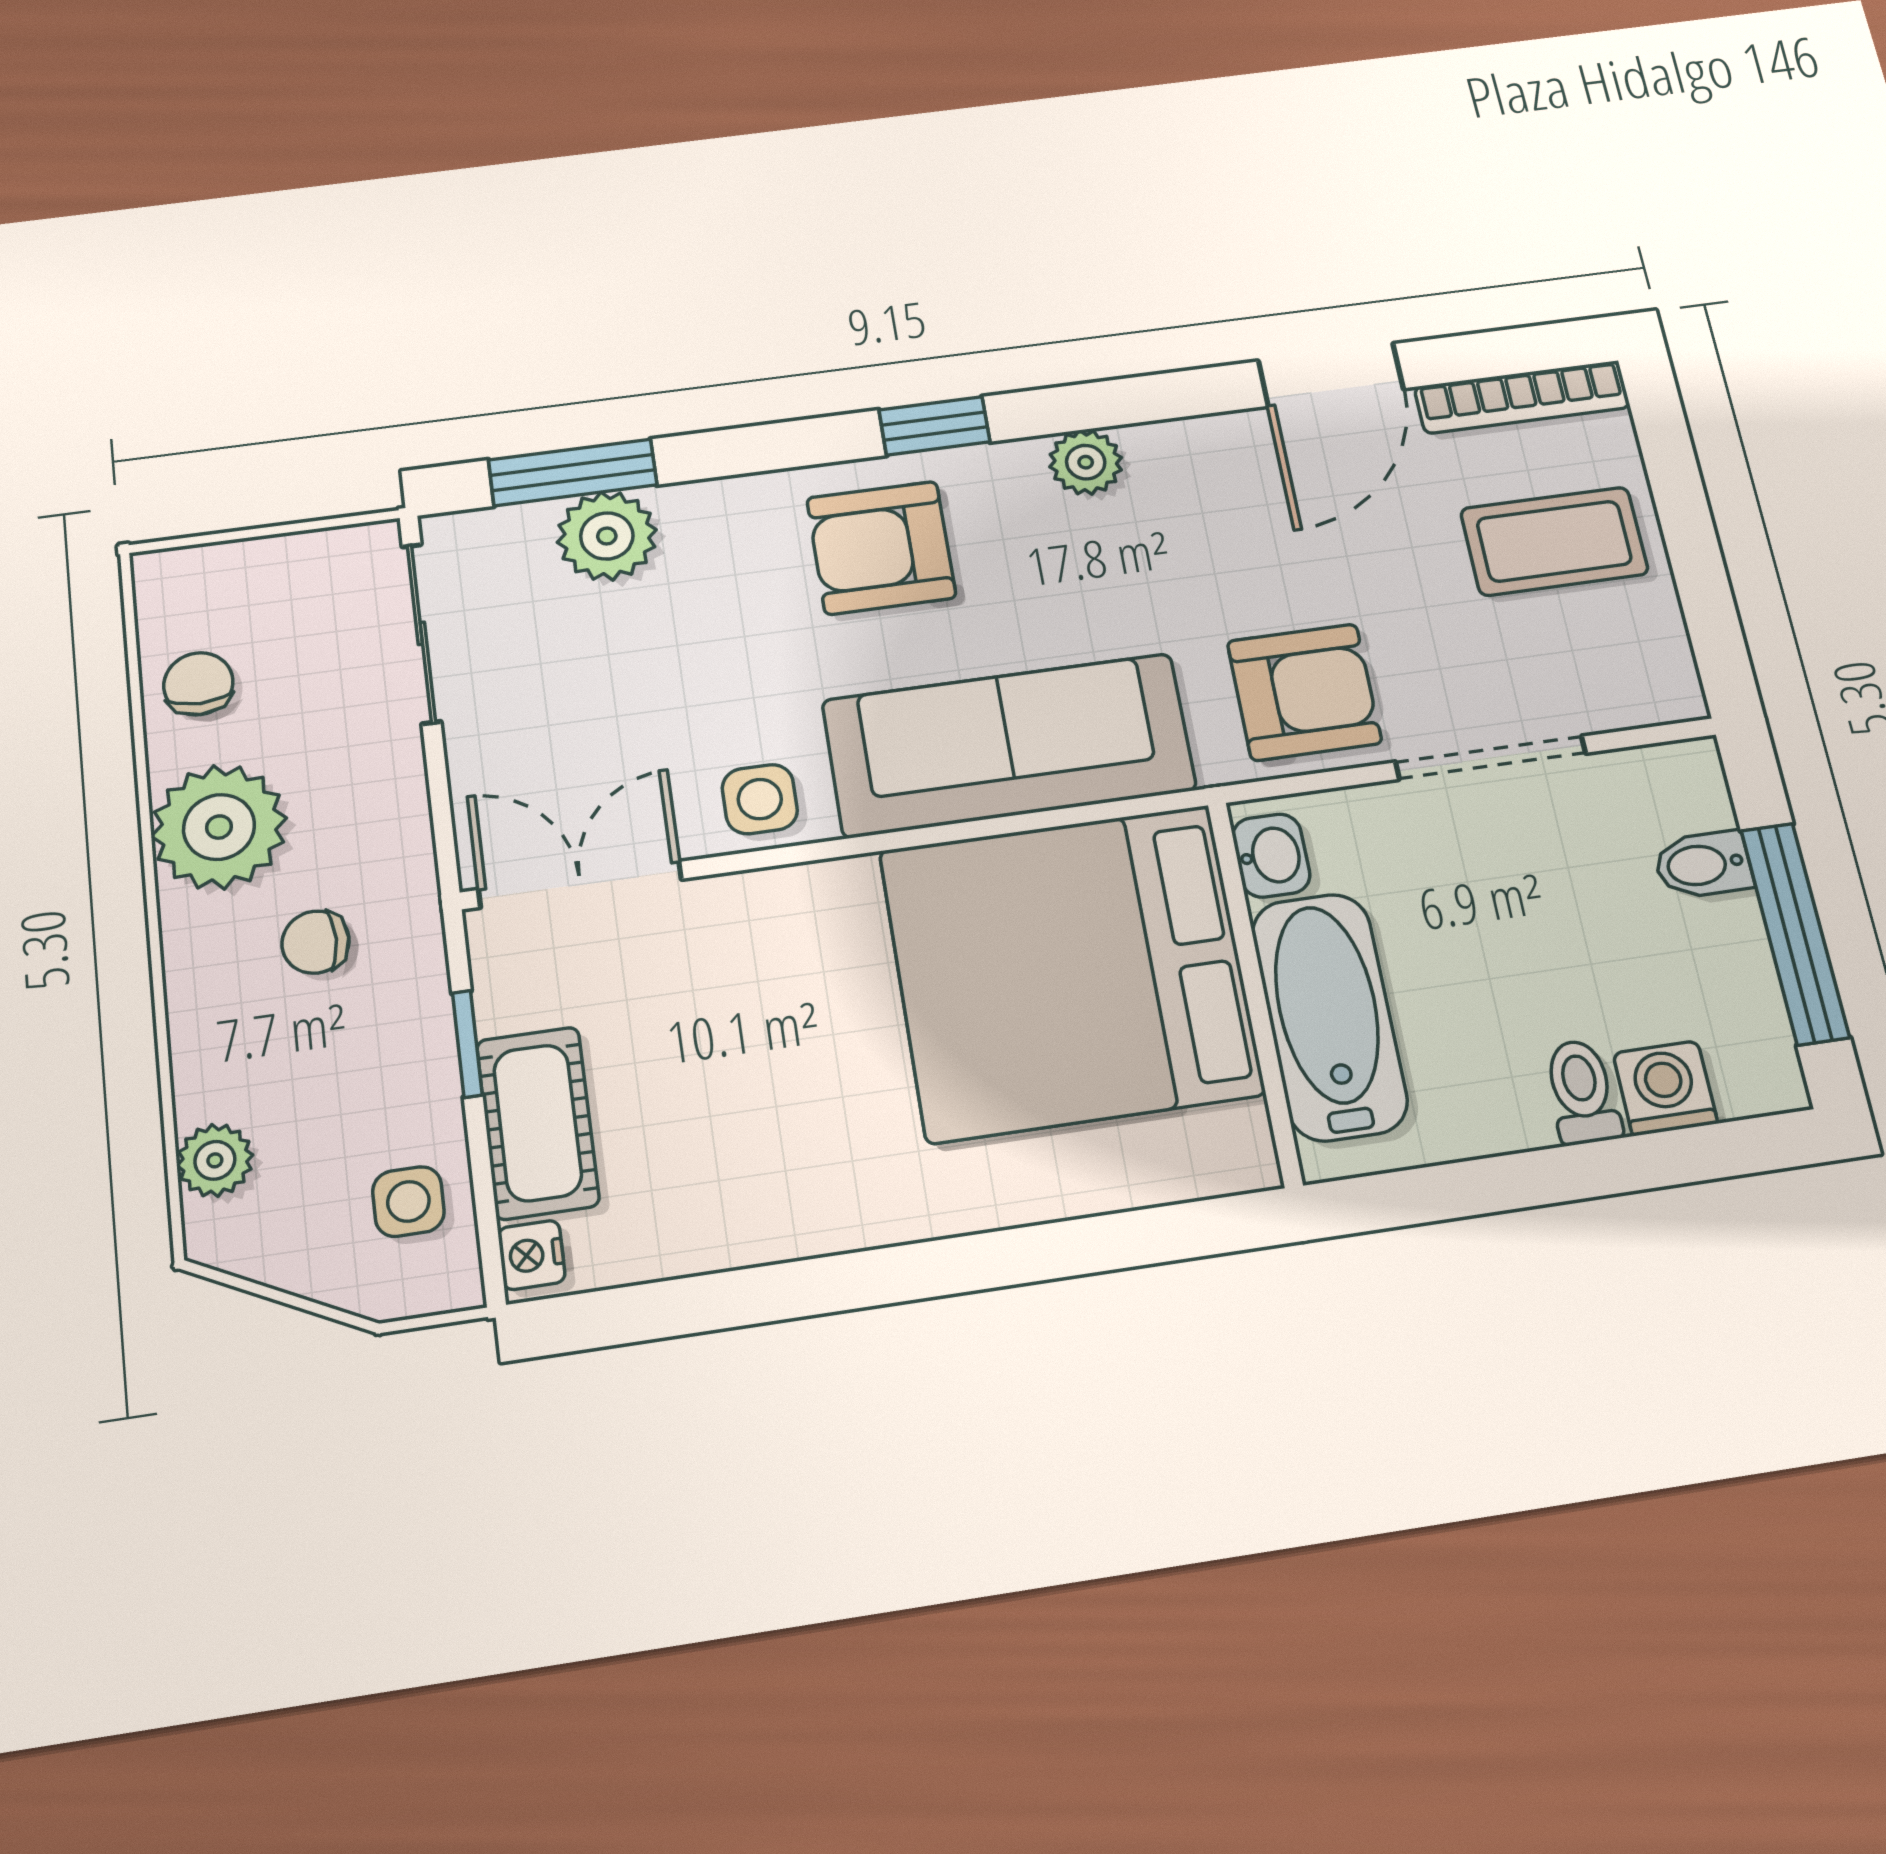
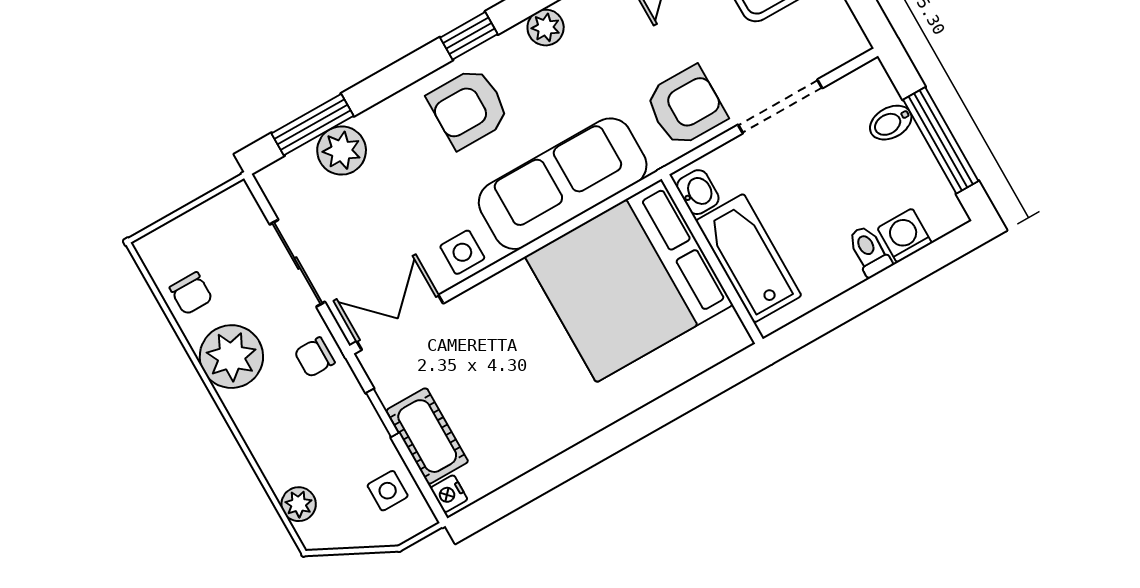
sliding door: (421, 633) -> (297, 263), moved
chair: (198, 684) -> (191, 293), turned 180
chair: (315, 942) -> (315, 357), moved

